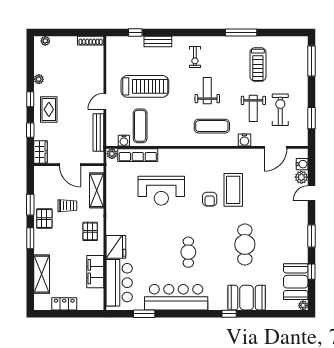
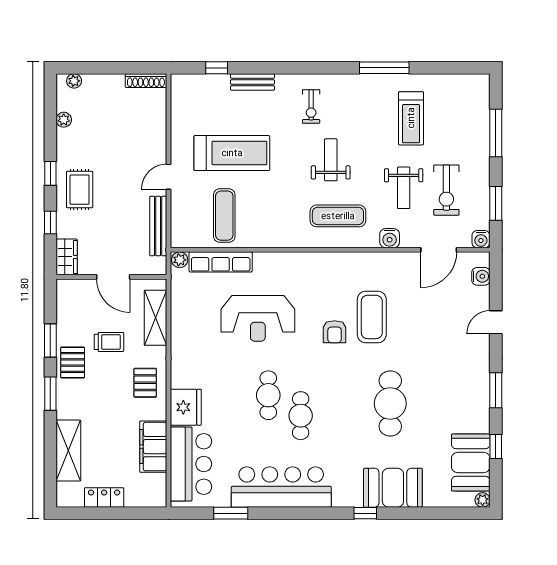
window: (311, 61) -> (496, 133), moved
plant: (39, 79) -> (64, 120), moved
exercise bike: (280, 110) -> (446, 190), turned 180
water cooler: (124, 141) -> (481, 239), moved
plant: (301, 177) -> (480, 297), removed
cafe table: (168, 239) -> (268, 395), added

